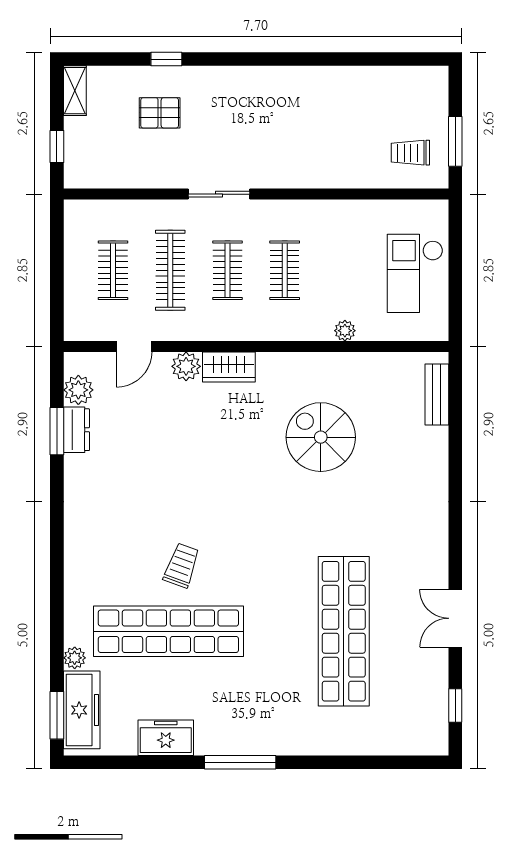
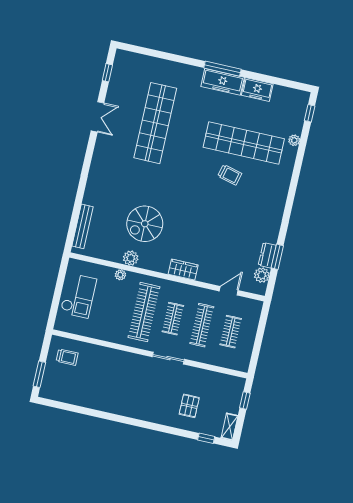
window: (166, 59) -> (206, 438), moved
pallet: (160, 113) -> (189, 406), turned 90
window: (455, 141) -> (39, 374), moved
clothes rail: (285, 270) -> (144, 312), width x1.86, depth x1.31
plant: (186, 366) -> (131, 258), moved
bench: (437, 395) -> (82, 226), width x1.36
spiral stairs: (321, 437) -> (145, 224), turned 90
trolley: (182, 565) -> (230, 175), turned -96
freezer: (82, 710) -> (223, 82), moved, turned -90
window: (57, 715) -> (310, 113), width x0.67

